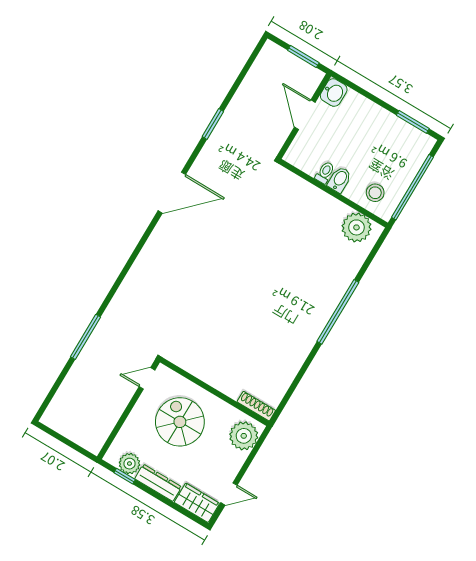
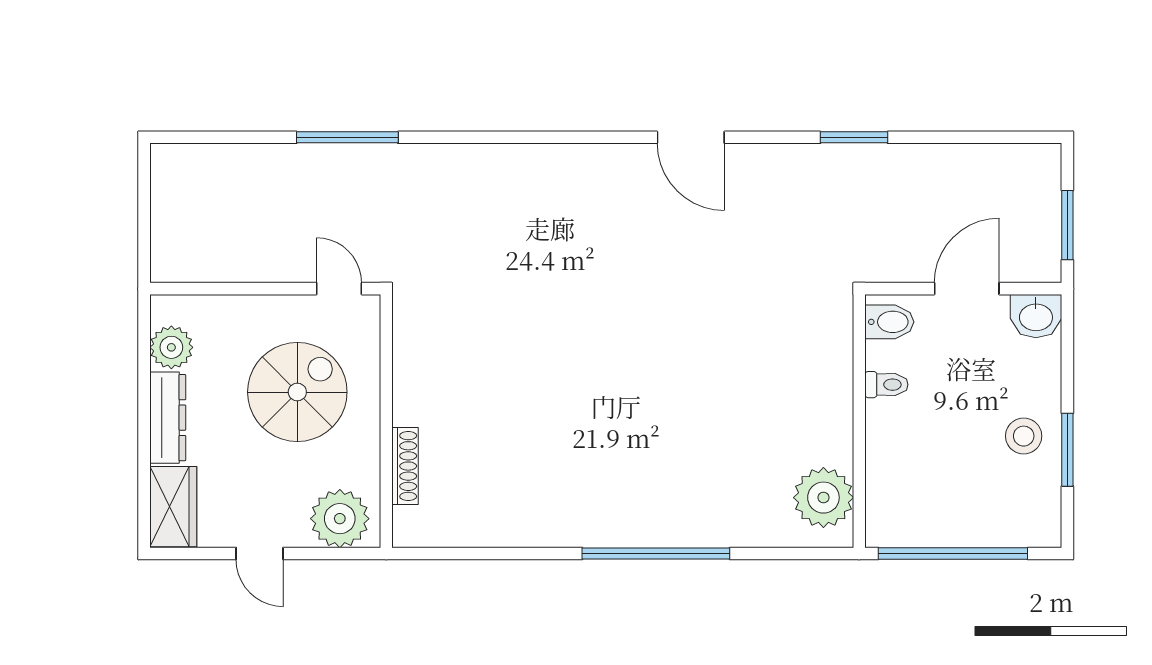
window: (413, 122) -> (1067, 450), moved
bidet: (340, 180) -> (889, 322), moved
door: (172, 193) -> (691, 137), width x0.73
stool: (375, 193) -> (1024, 436), moved
shoe rack: (256, 406) -> (405, 466), moved
window: (125, 476) -> (144, 352), removed
door: (229, 494) -> (260, 554), moved

